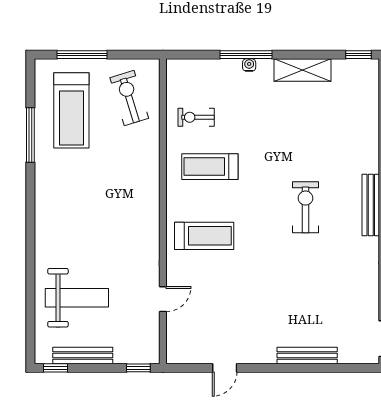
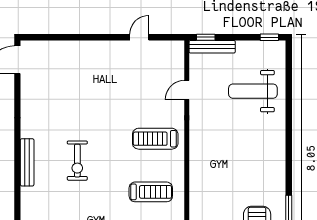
bench: (83, 355) -> (212, 47), moved
bench: (307, 356) -> (76, 47), removed

